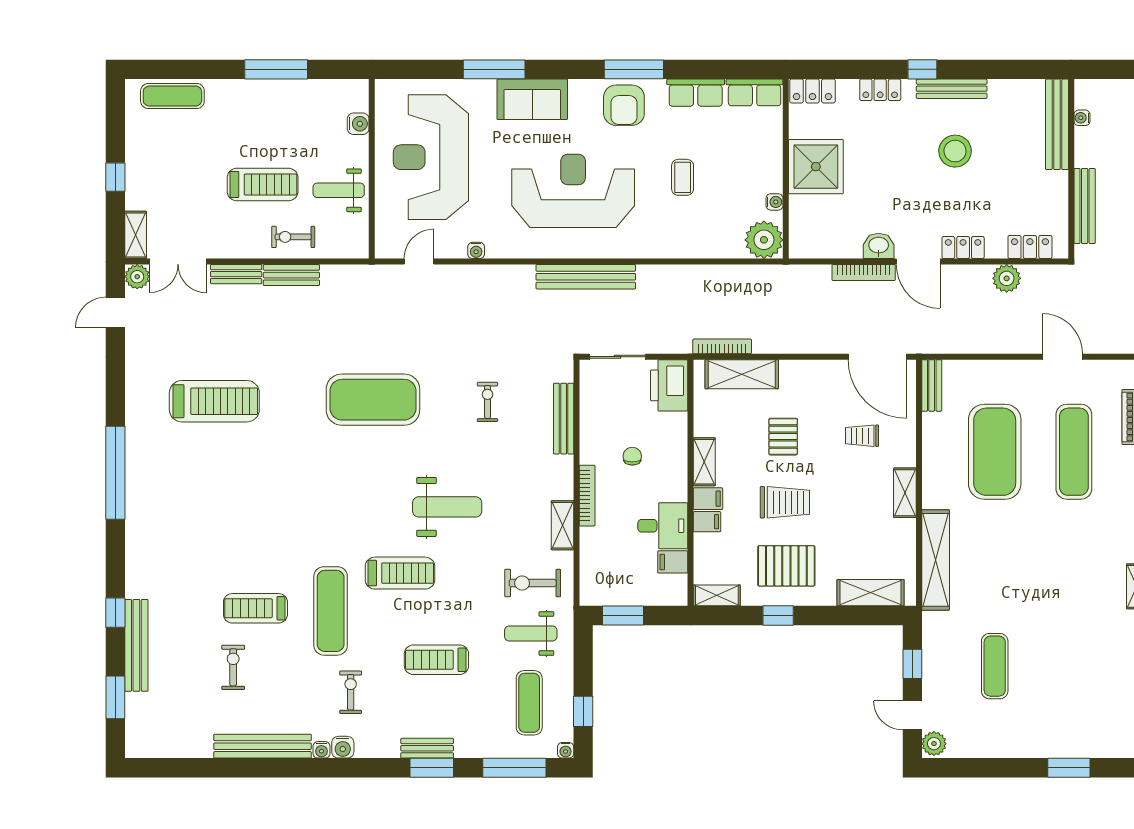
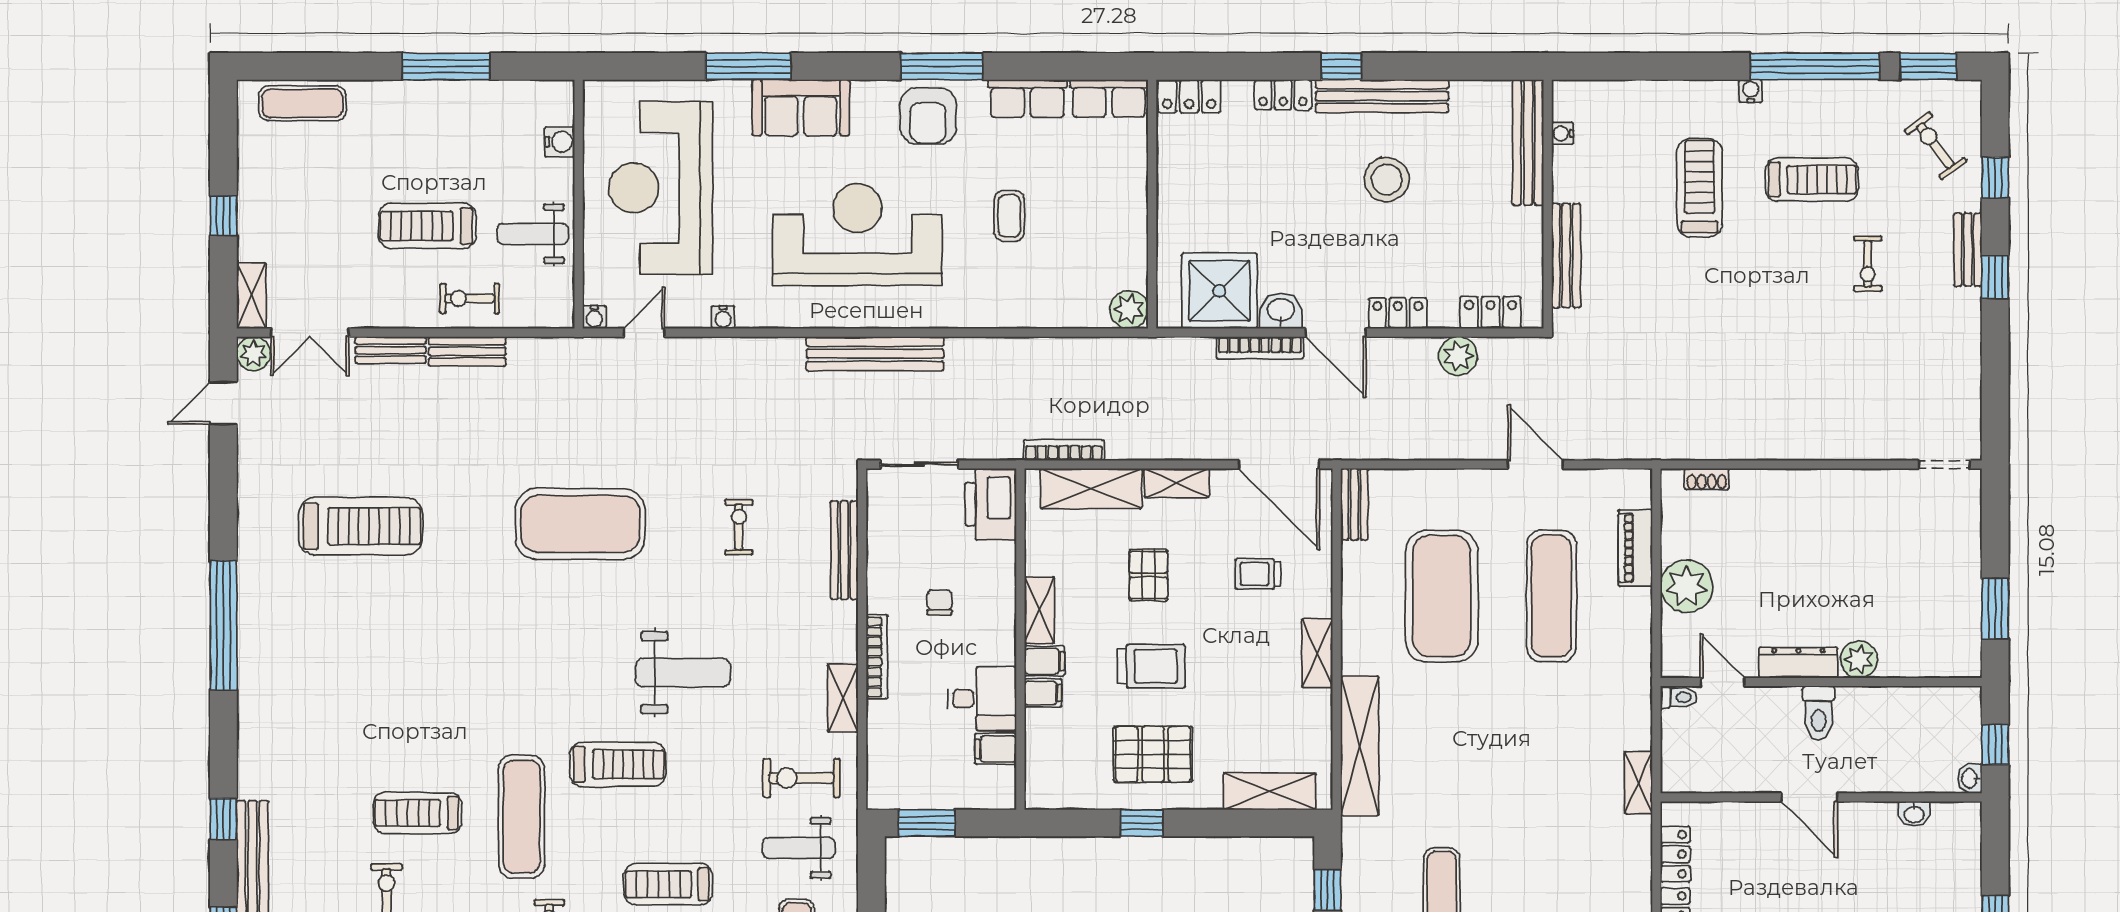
bench: (952, 89) -> (1382, 96), width x1.37, depth x1.21
shower: (816, 167) -> (1219, 291), moved
treadmill: (263, 184) -> (427, 226), turned 180
water cooler: (774, 202) -> (594, 317), moved, turned 90
plant: (764, 240) -> (1129, 309), width x0.73, depth x0.73
shelving: (717, 595) -> (1177, 483), moved

